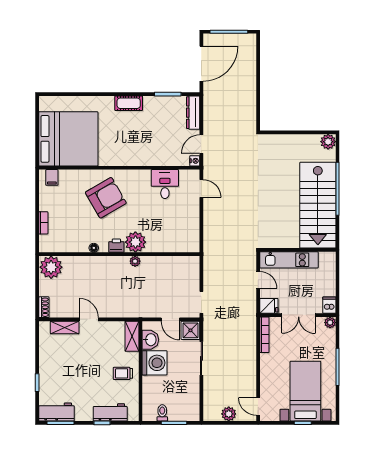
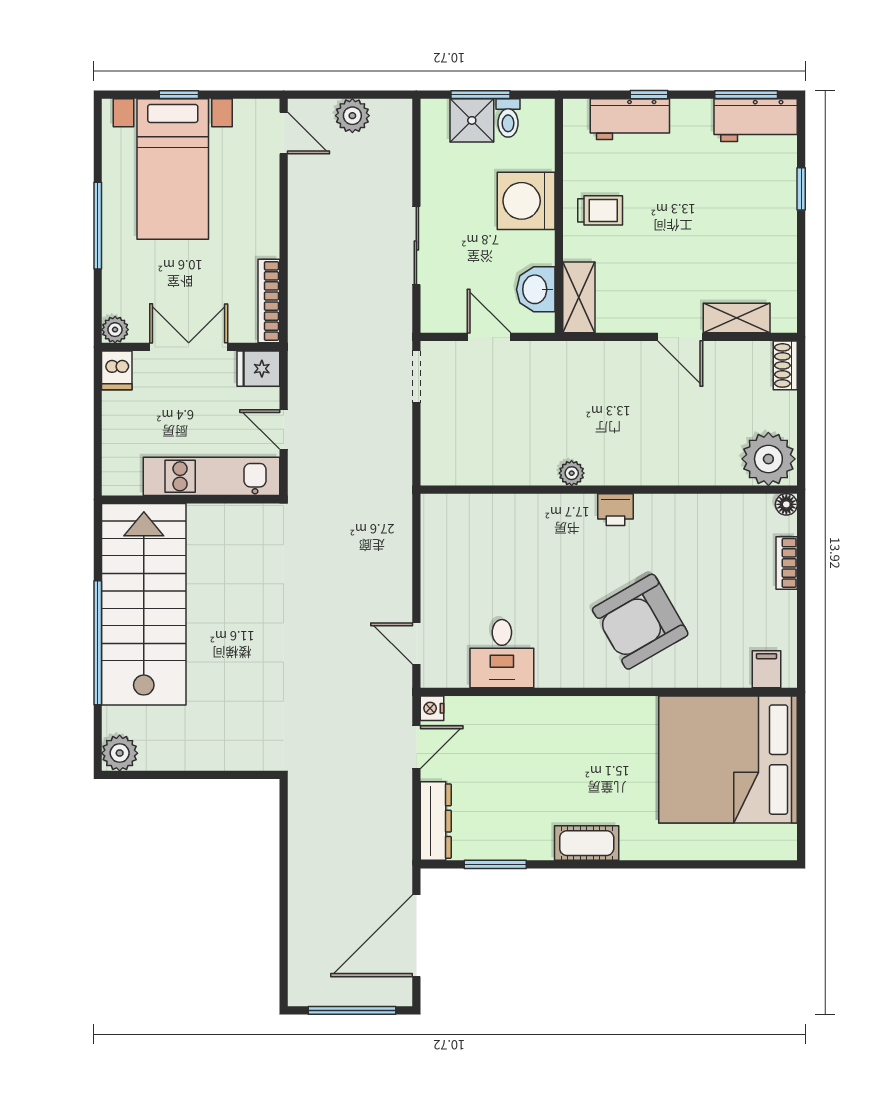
plant: (135, 242) -> (571, 518), removed
floor lamp: (94, 248) -> (786, 504), moved
shower: (190, 330) -> (472, 120), moved
washing machine: (155, 363) -> (526, 201), moved

